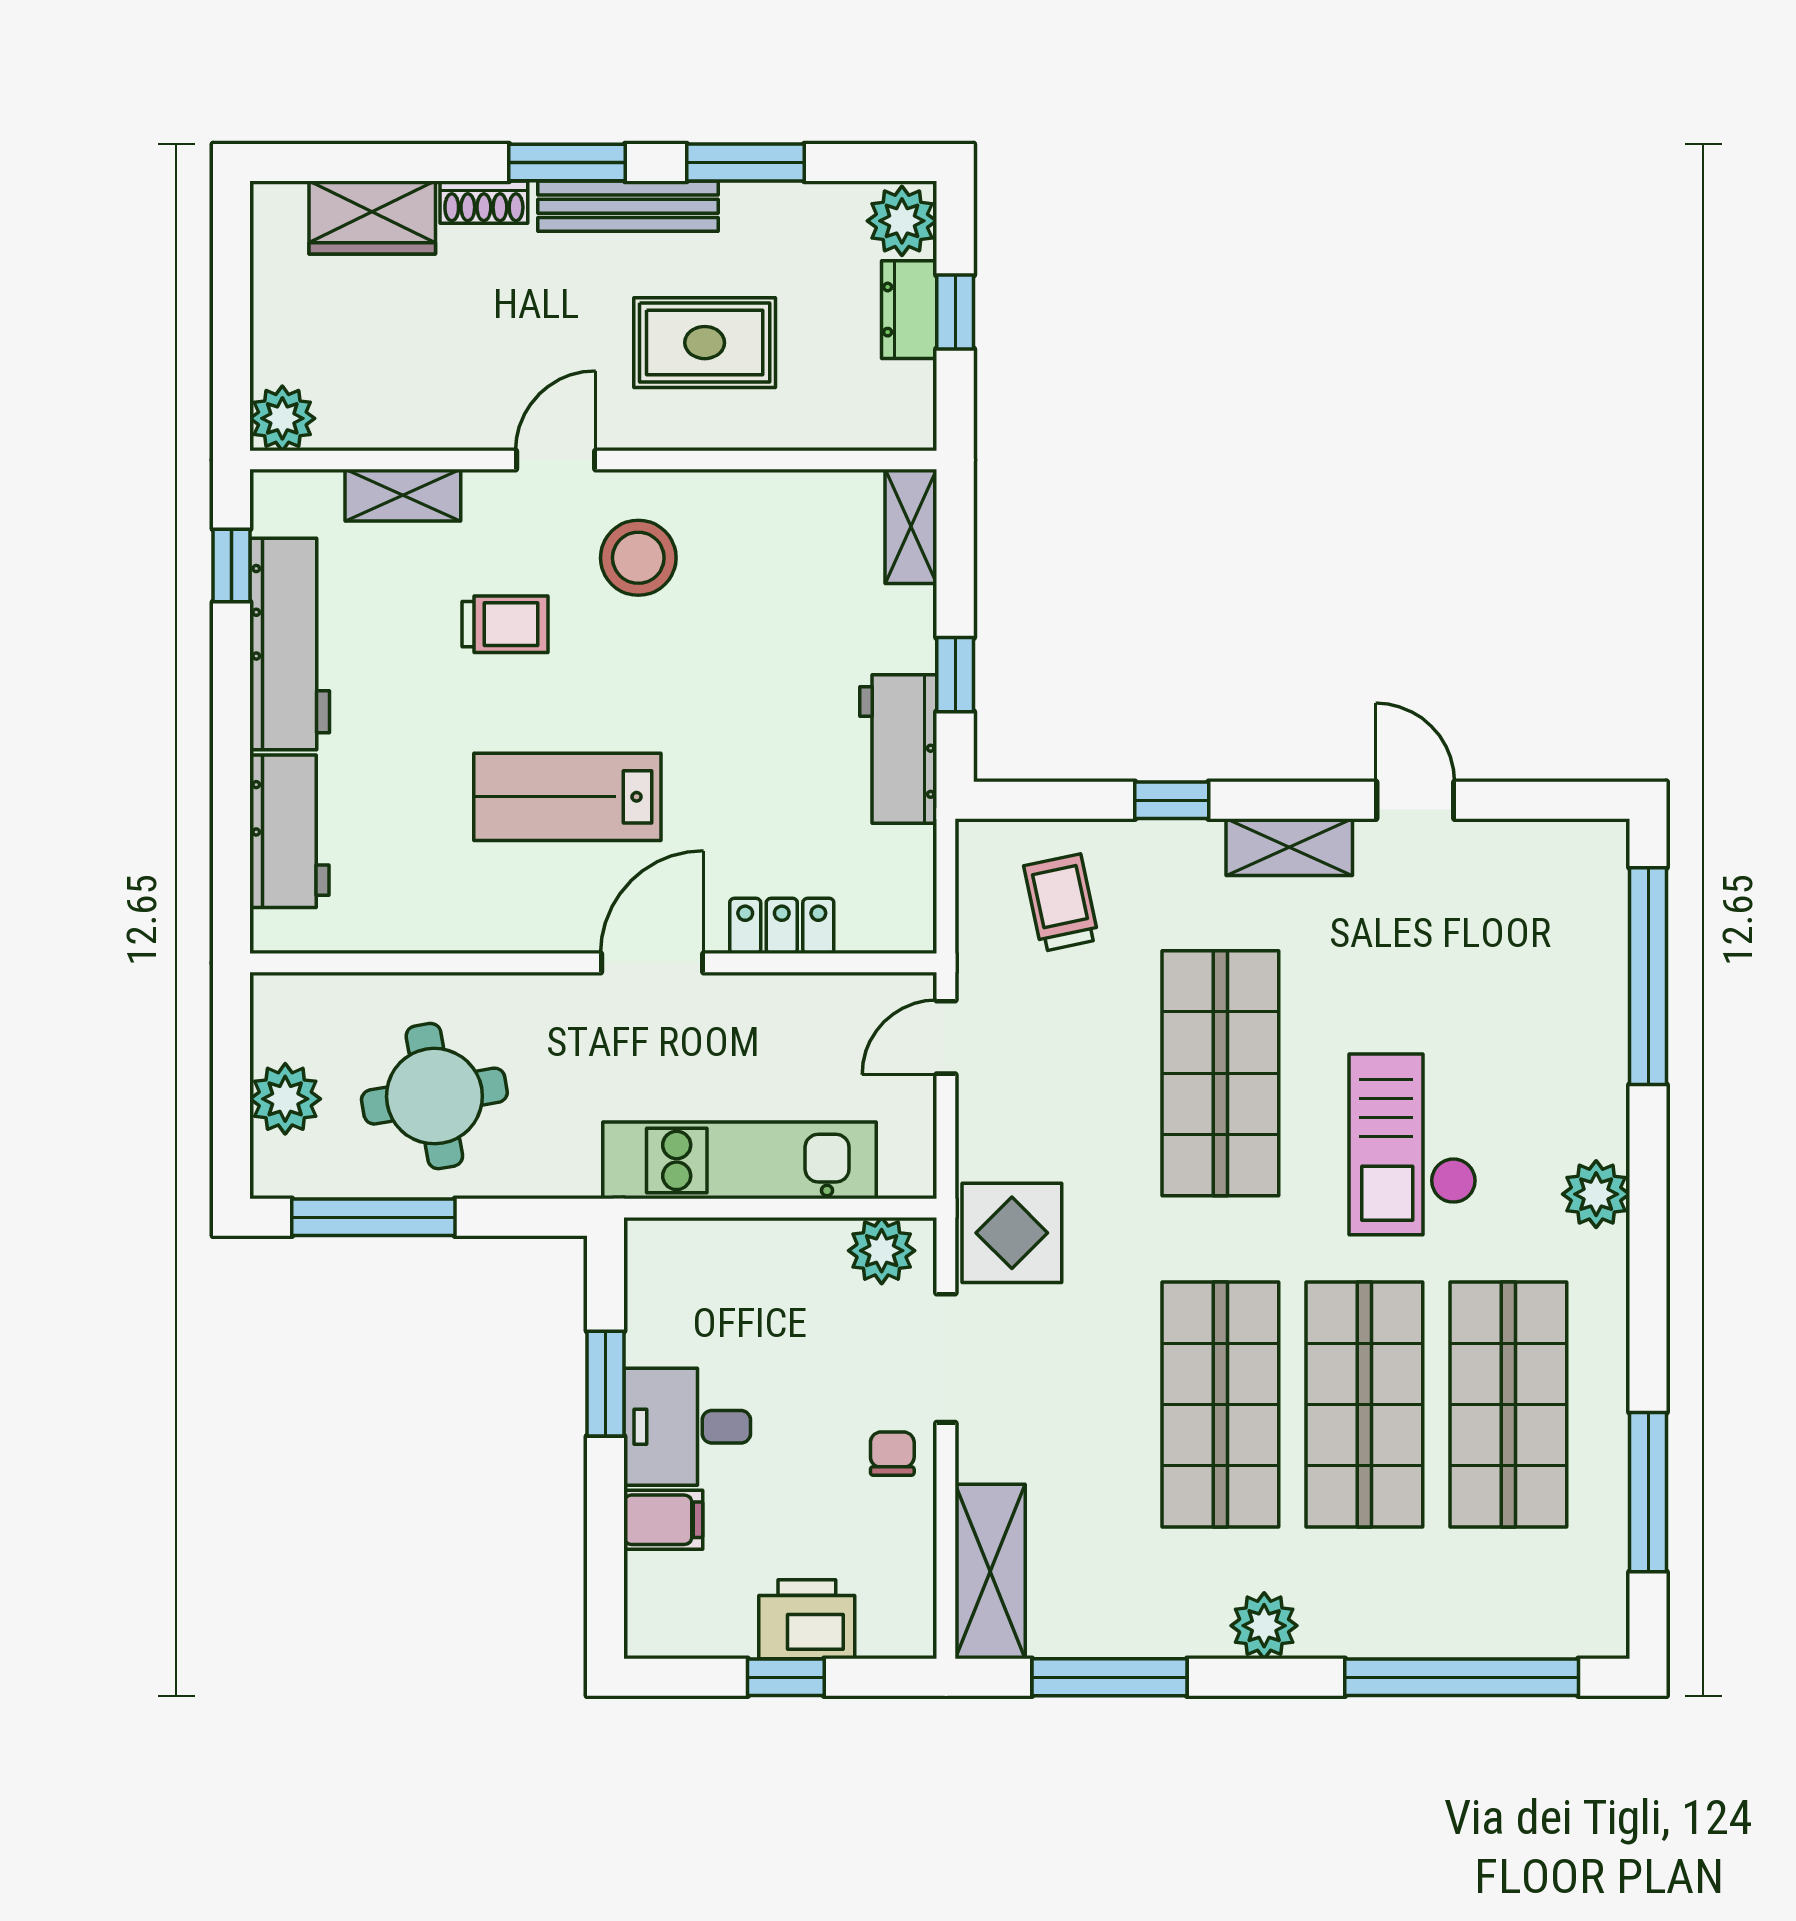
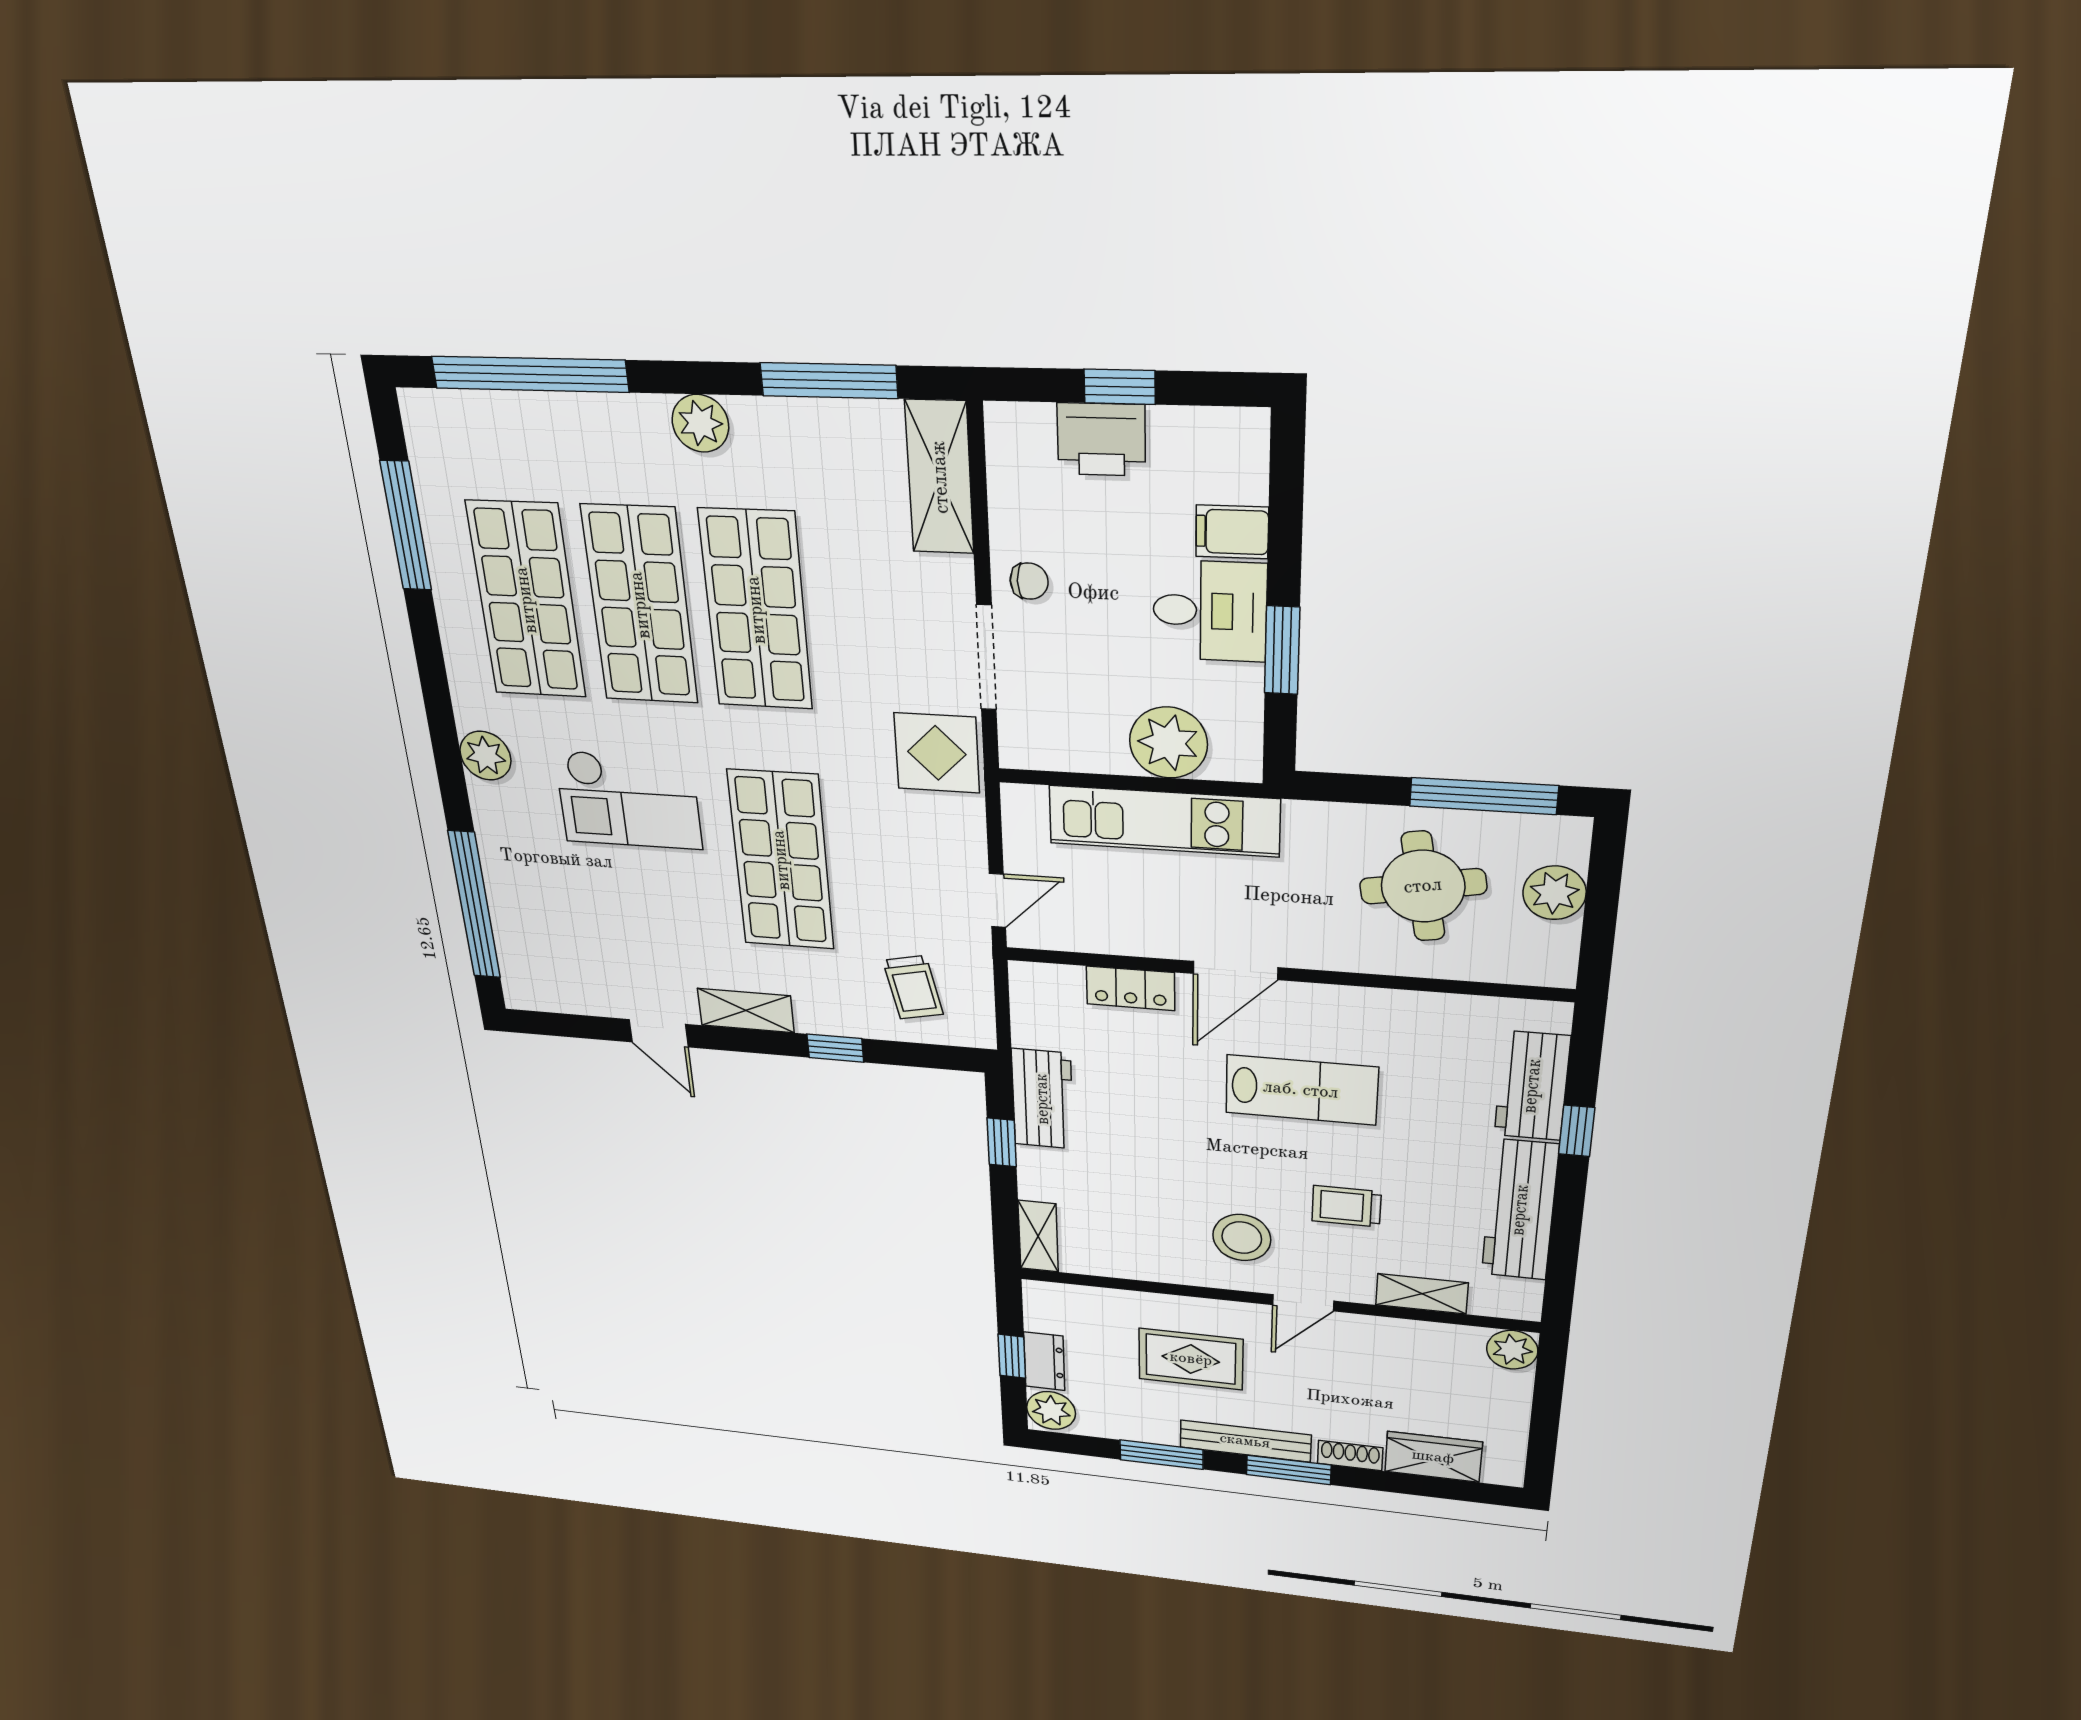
window: (232, 565) -> (1577, 1131), moved
checkout: (1413, 1144) -> (628, 800), turned 90
plant: (882, 1251) -> (1168, 743), moved, width x1.36, depth x1.36
chair: (892, 1454) -> (1029, 581), turned -90

